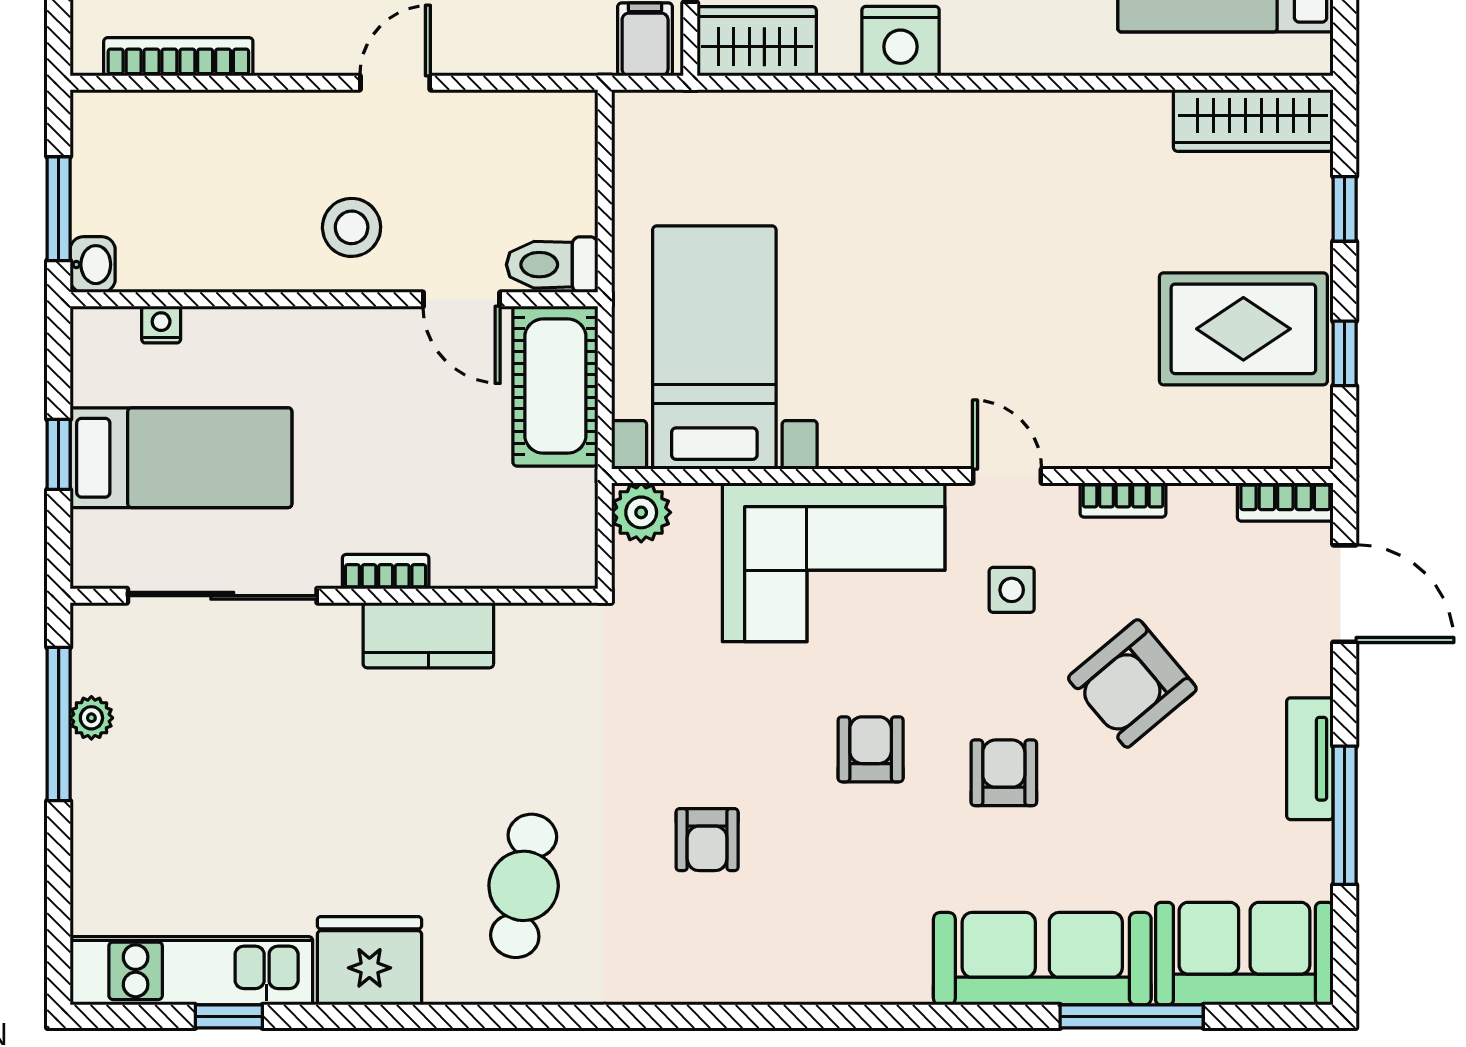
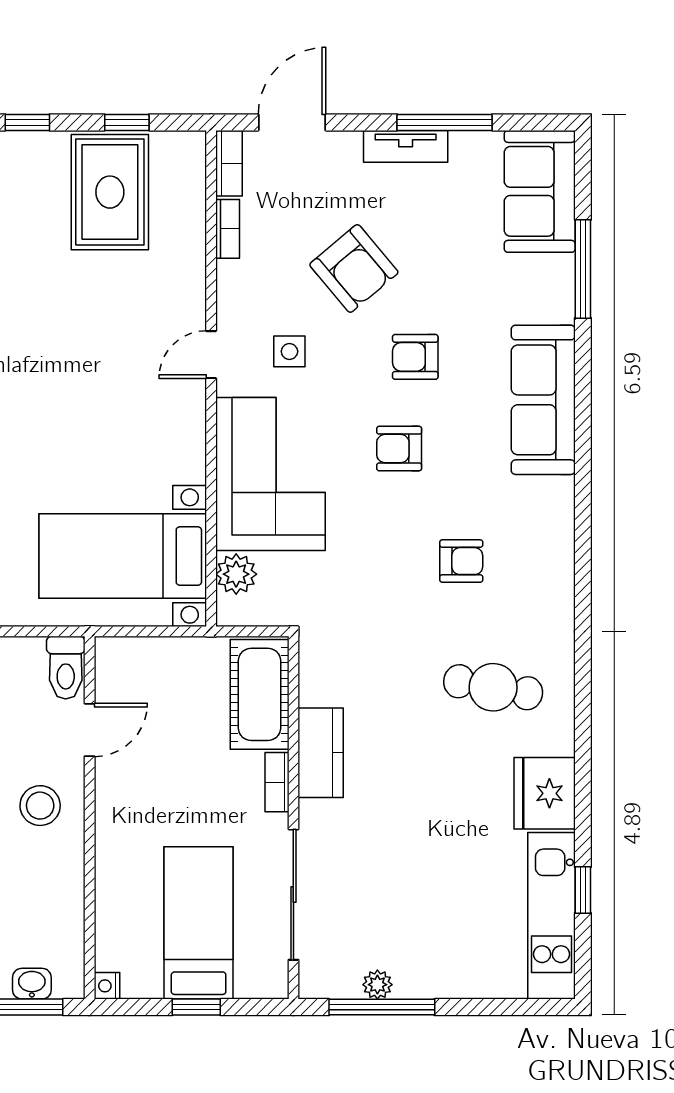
washbasin: (93, 265) -> (32, 984), moved
nightstand: (161, 325) -> (107, 986), moved
cot: (555, 386) -> (260, 694), moved, turned 90
bookcase: (1123, 500) -> (228, 229), moved
plant: (641, 512) -> (236, 574), moved
sofa: (1042, 959) -> (543, 400), moved

